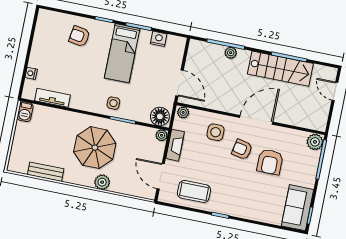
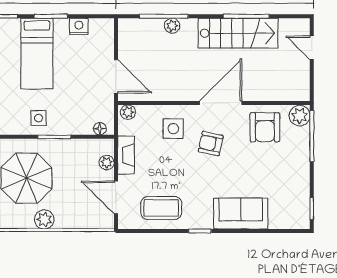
floor lamp: (160, 116) -> (100, 129), width x0.53, depth x0.53
plant: (162, 135) -> (107, 163), moved
armchair: (270, 162) -> (265, 127), moved
sofa: (297, 208) -> (241, 214), moved, turned 90

